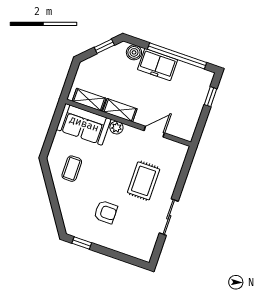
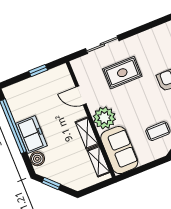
window: (210, 97) -> (38, 71), moved
plant: (116, 128) -> (104, 118), width x1.88, depth x1.88
sliding door: (169, 217) -> (102, 45), moved

